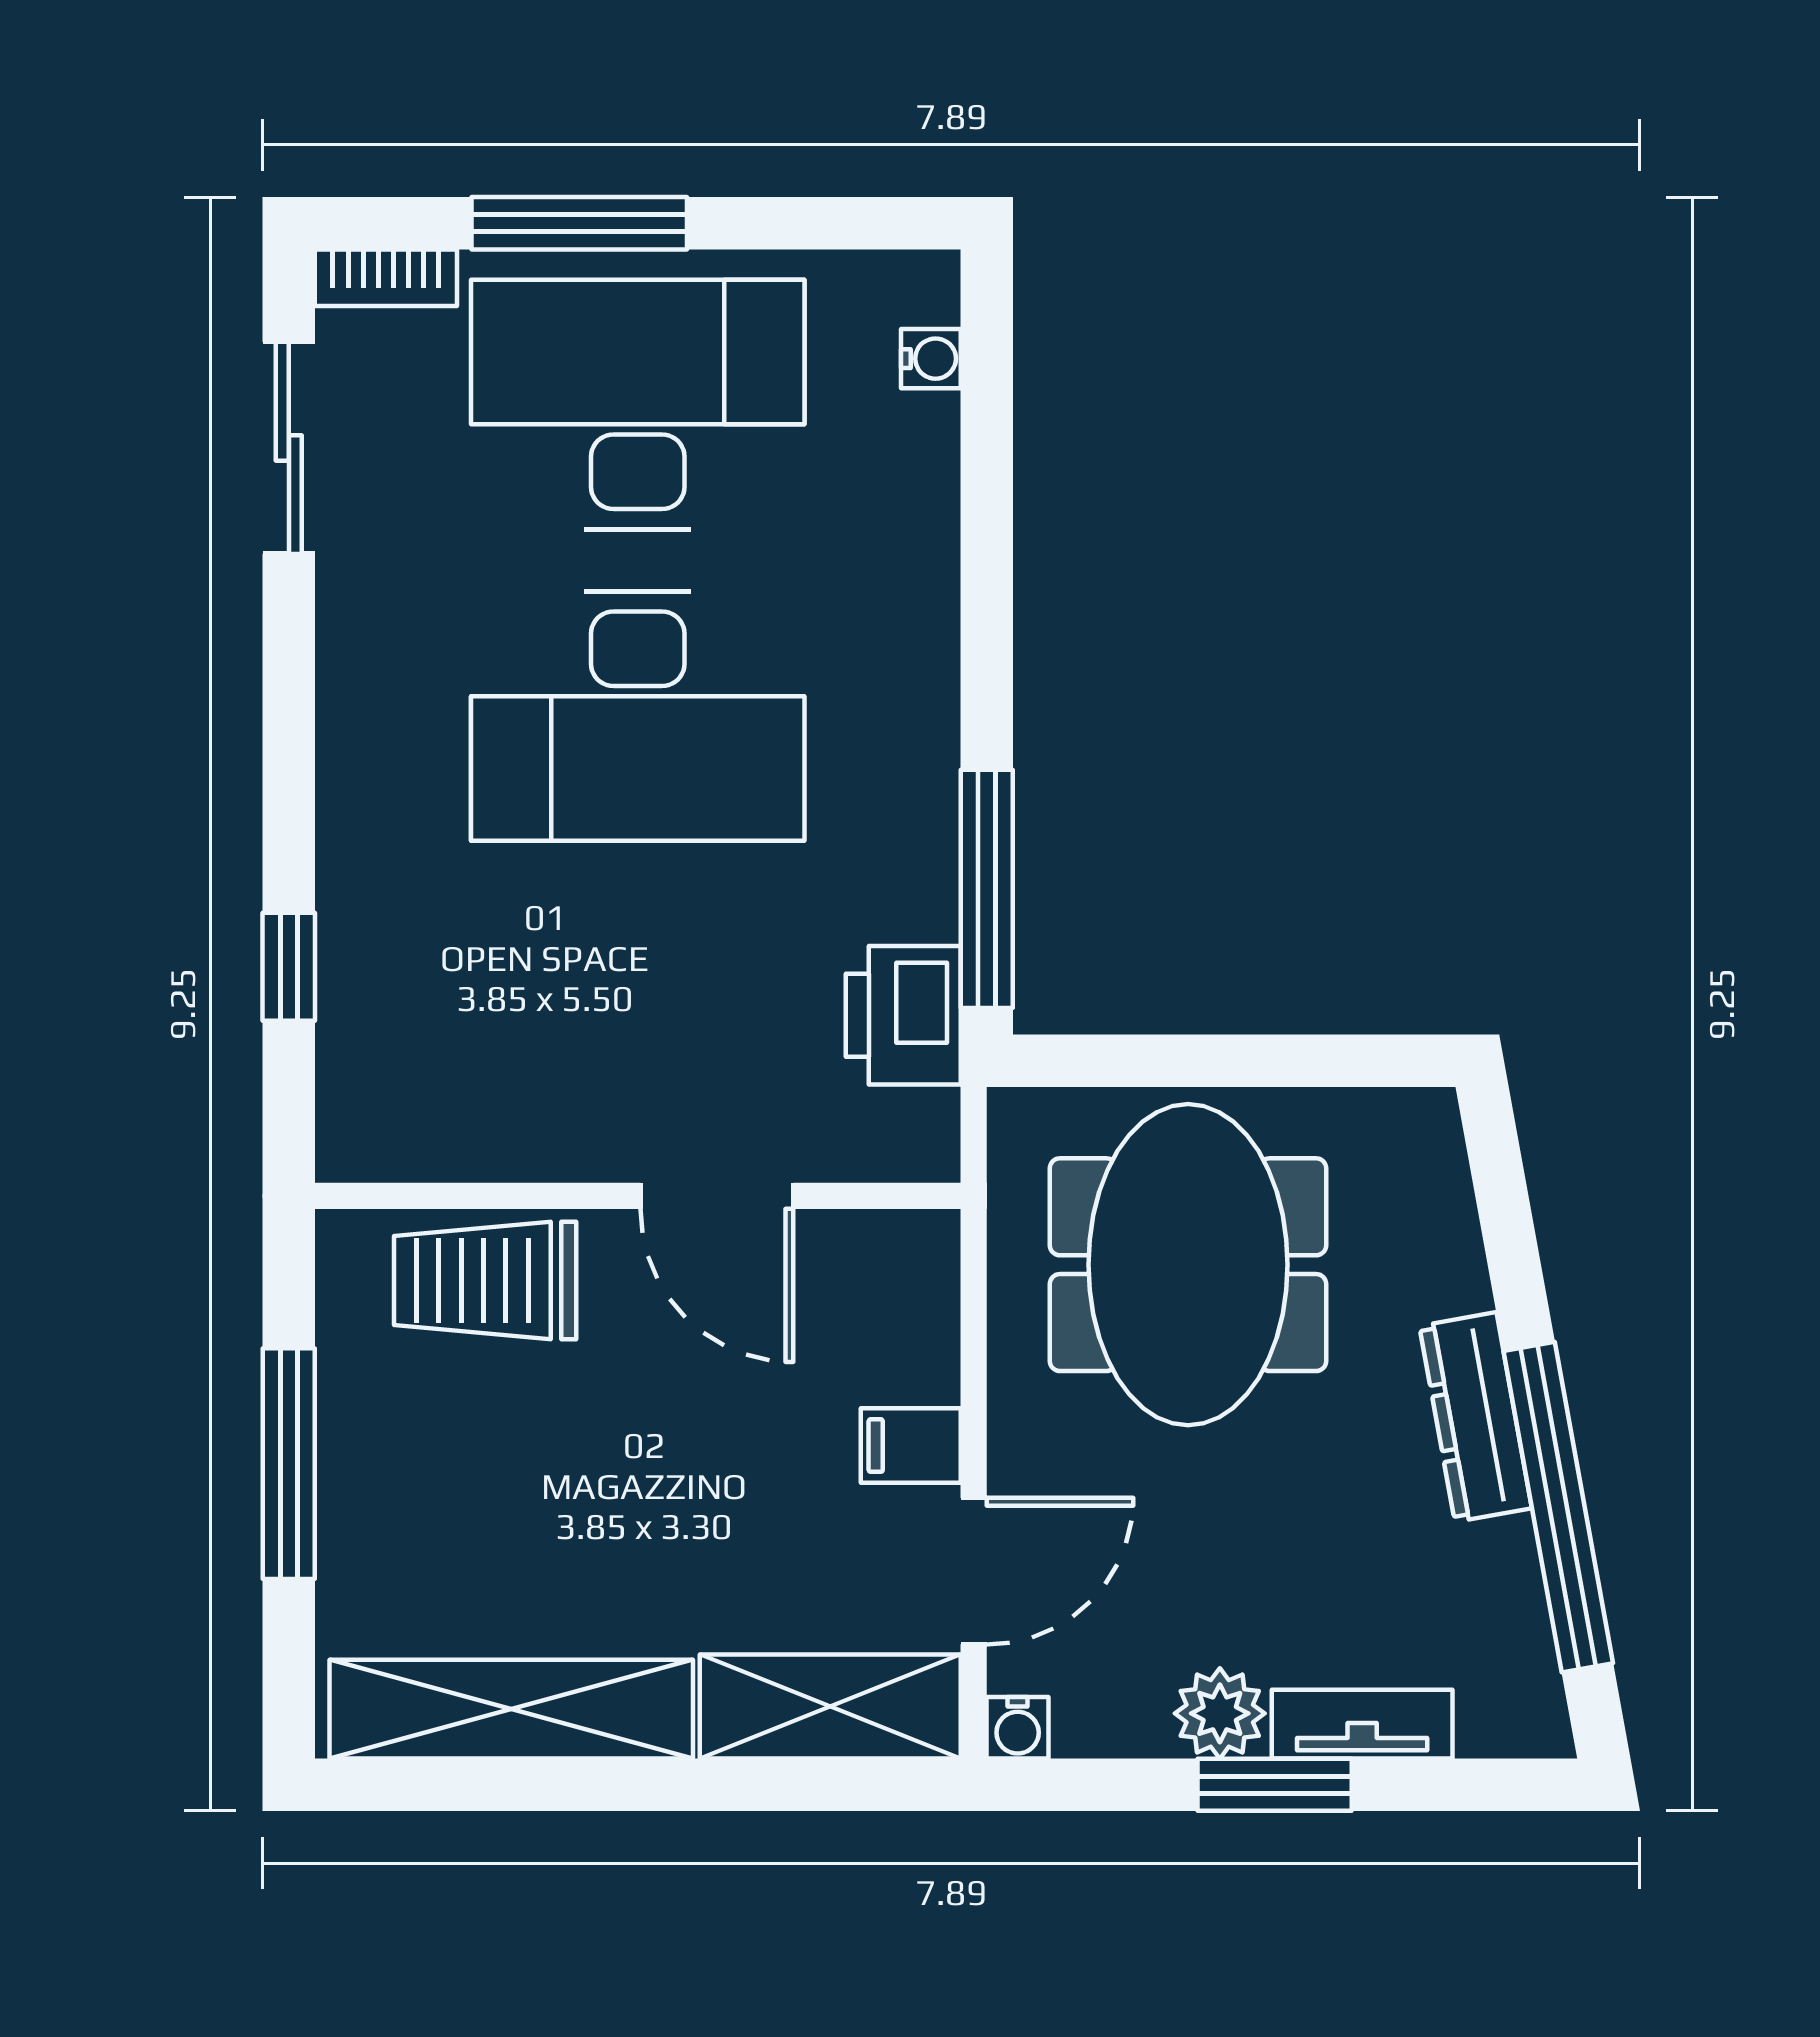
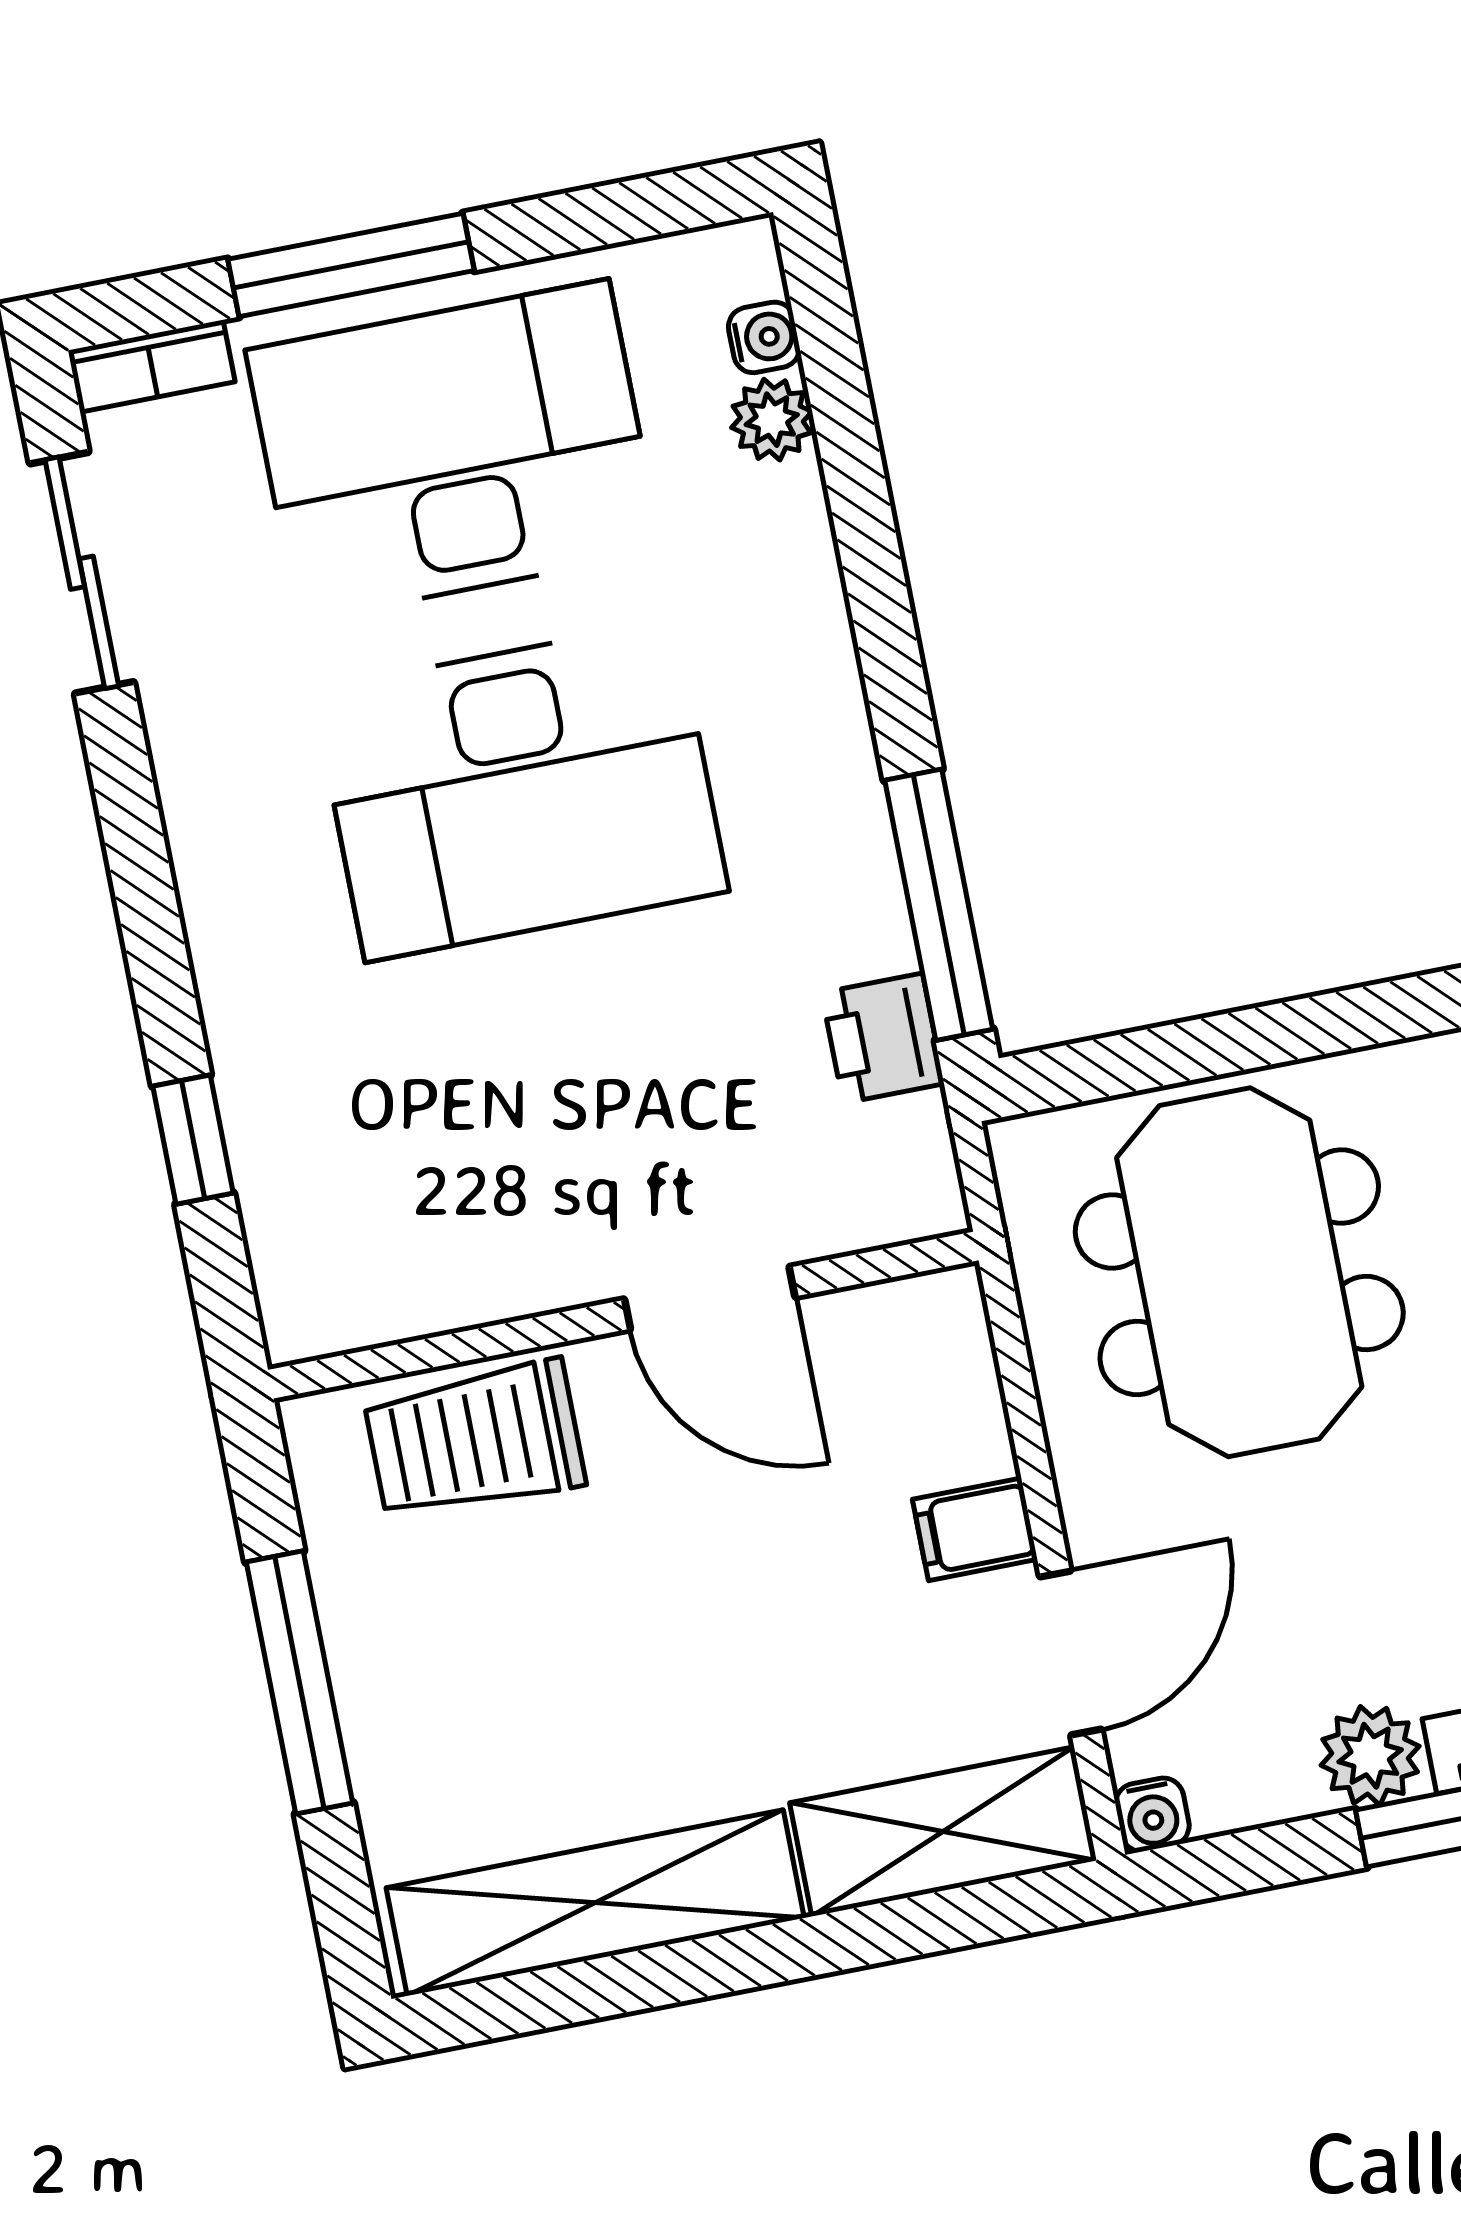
plant: (923, 432) -> (772, 420), added
printer: (903, 1015) -> (883, 1038), width x0.73, depth x0.81

